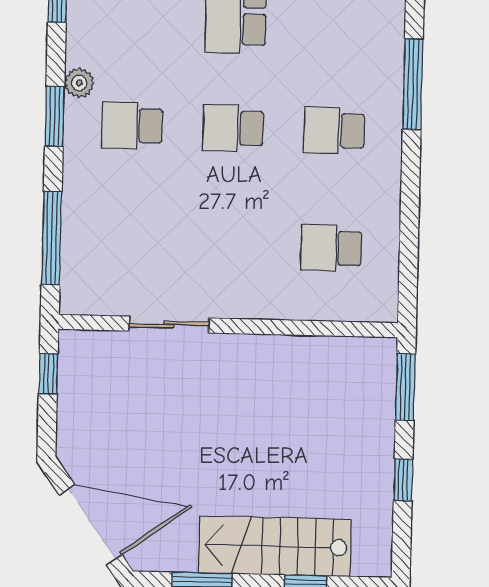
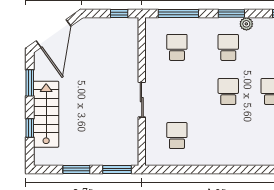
window: (413, 84) -> (249, 170), removed
school desk: (334, 130) -> (177, 47), moved
sliding door: (169, 325) -> (142, 100), moved
window: (403, 480) -> (76, 170), width x1.50

